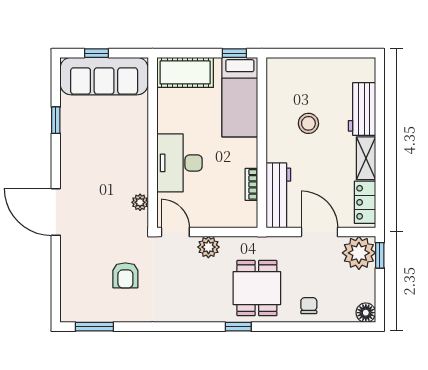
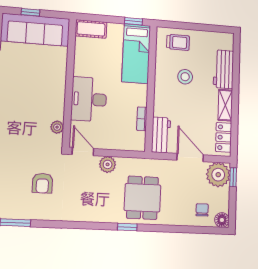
cot: (185, 72) -> (91, 29), width x0.73, depth x0.75
trolley: (297, 77) -> (178, 42), added
workbench: (278, 195) -> (161, 135), width x0.73
chair: (309, 306) -> (202, 210), moved

